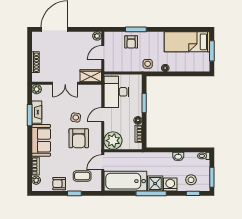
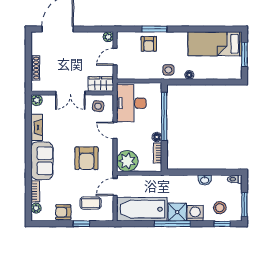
window: (144, 103) -> (164, 116), width x2.11
window: (30, 115) -> (28, 131), removed
door: (103, 115) -> (115, 130), hinge flipped
side table: (76, 117) -> (98, 106), moved

